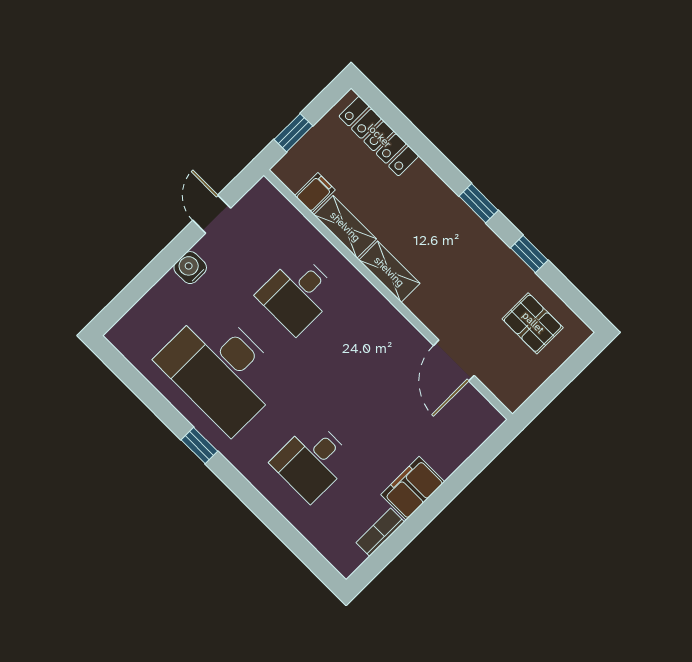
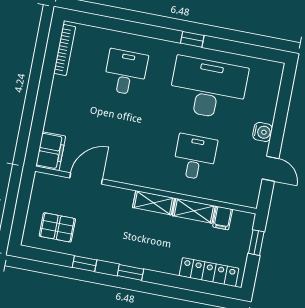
door: (454, 361) -> (86, 178), hinge flipped
filing cabinet: (413, 488) -> (51, 151), moved
bookcase: (380, 532) -> (65, 50), width x1.56

